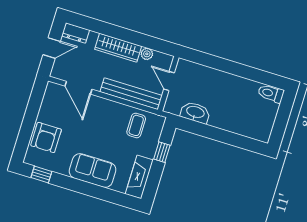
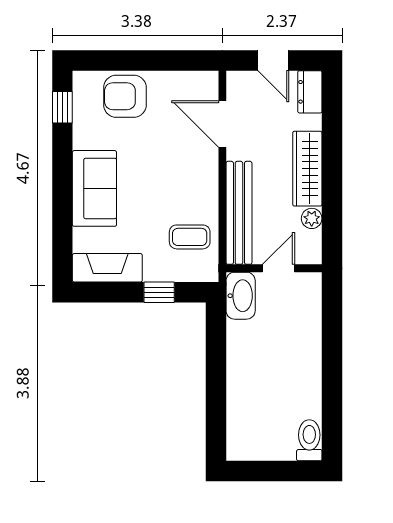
door: (78, 88) -> (222, 124), hinge flipped
washbasin: (195, 112) -> (241, 296), moved

